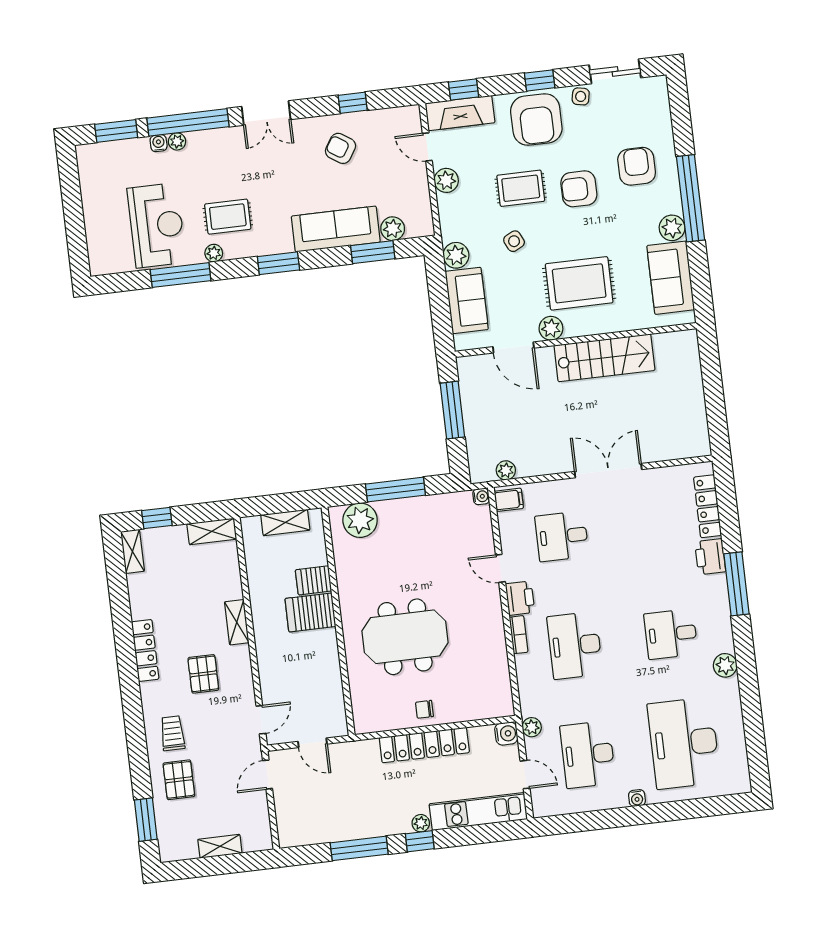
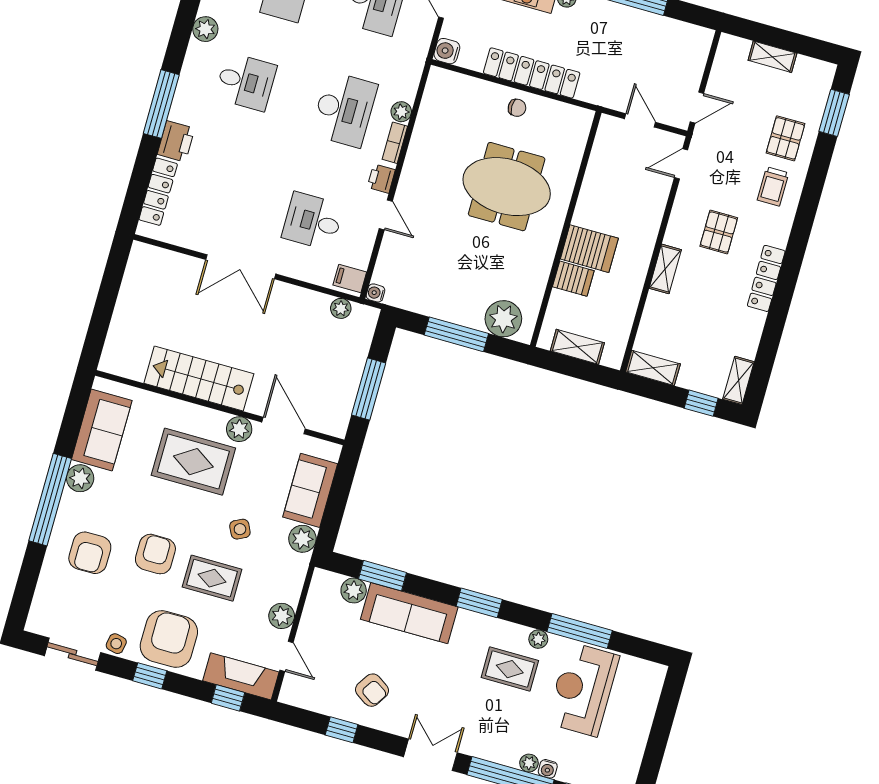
armchair: (579, 189) -> (155, 554), turned -90
desk: (562, 536) -> (313, 221), turned 180
printer: (520, 598) -> (381, 179), width x0.73, depth x0.81
plant: (532, 727) -> (401, 112), moved

